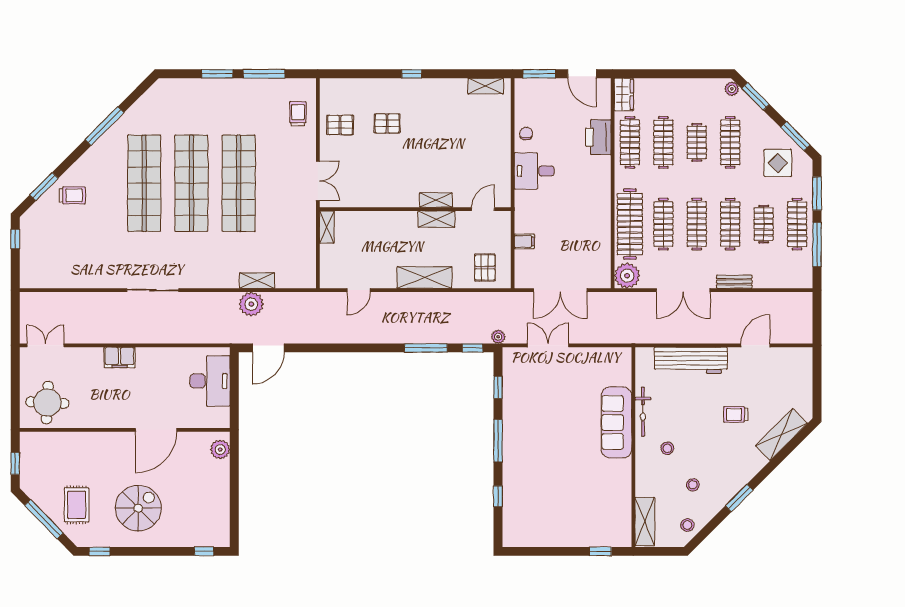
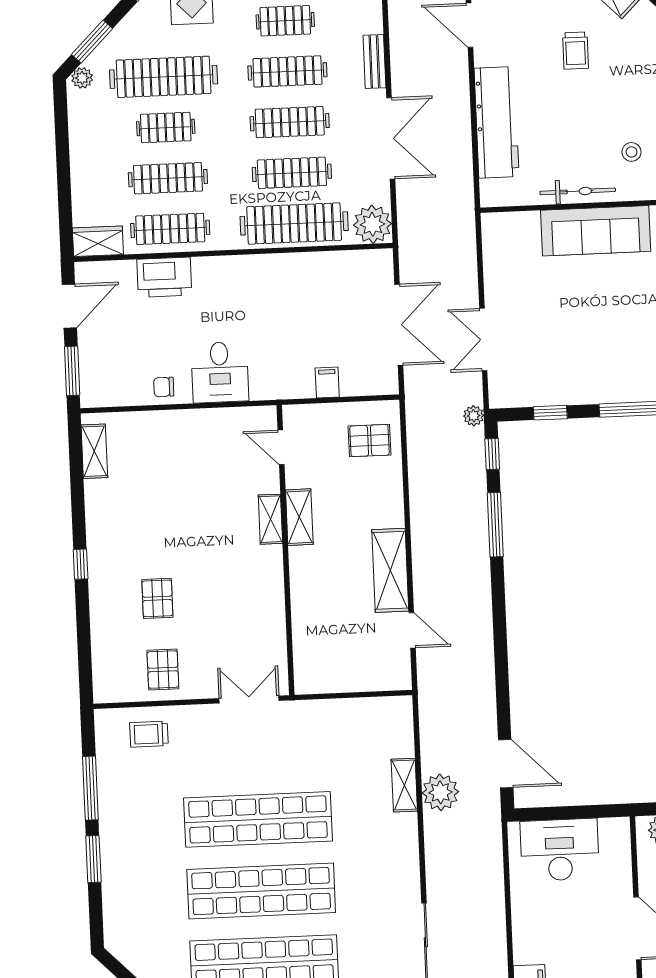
clothes rail: (730, 142) -> (164, 77), width x1.37, depth x1.31
shelving: (327, 227) -> (319, 683), removed
shelving: (424, 277) -> (390, 570), moved

